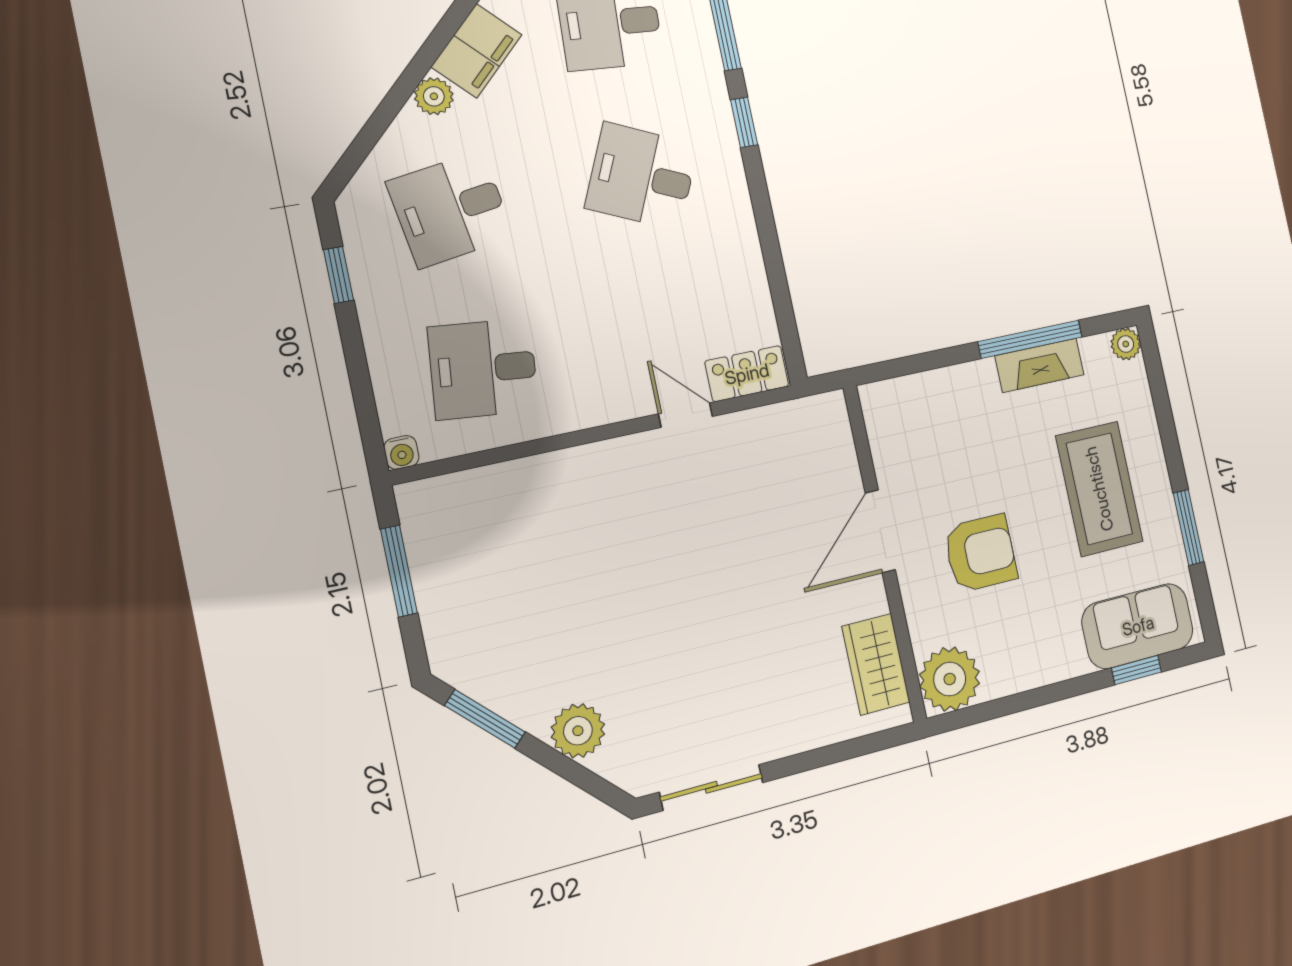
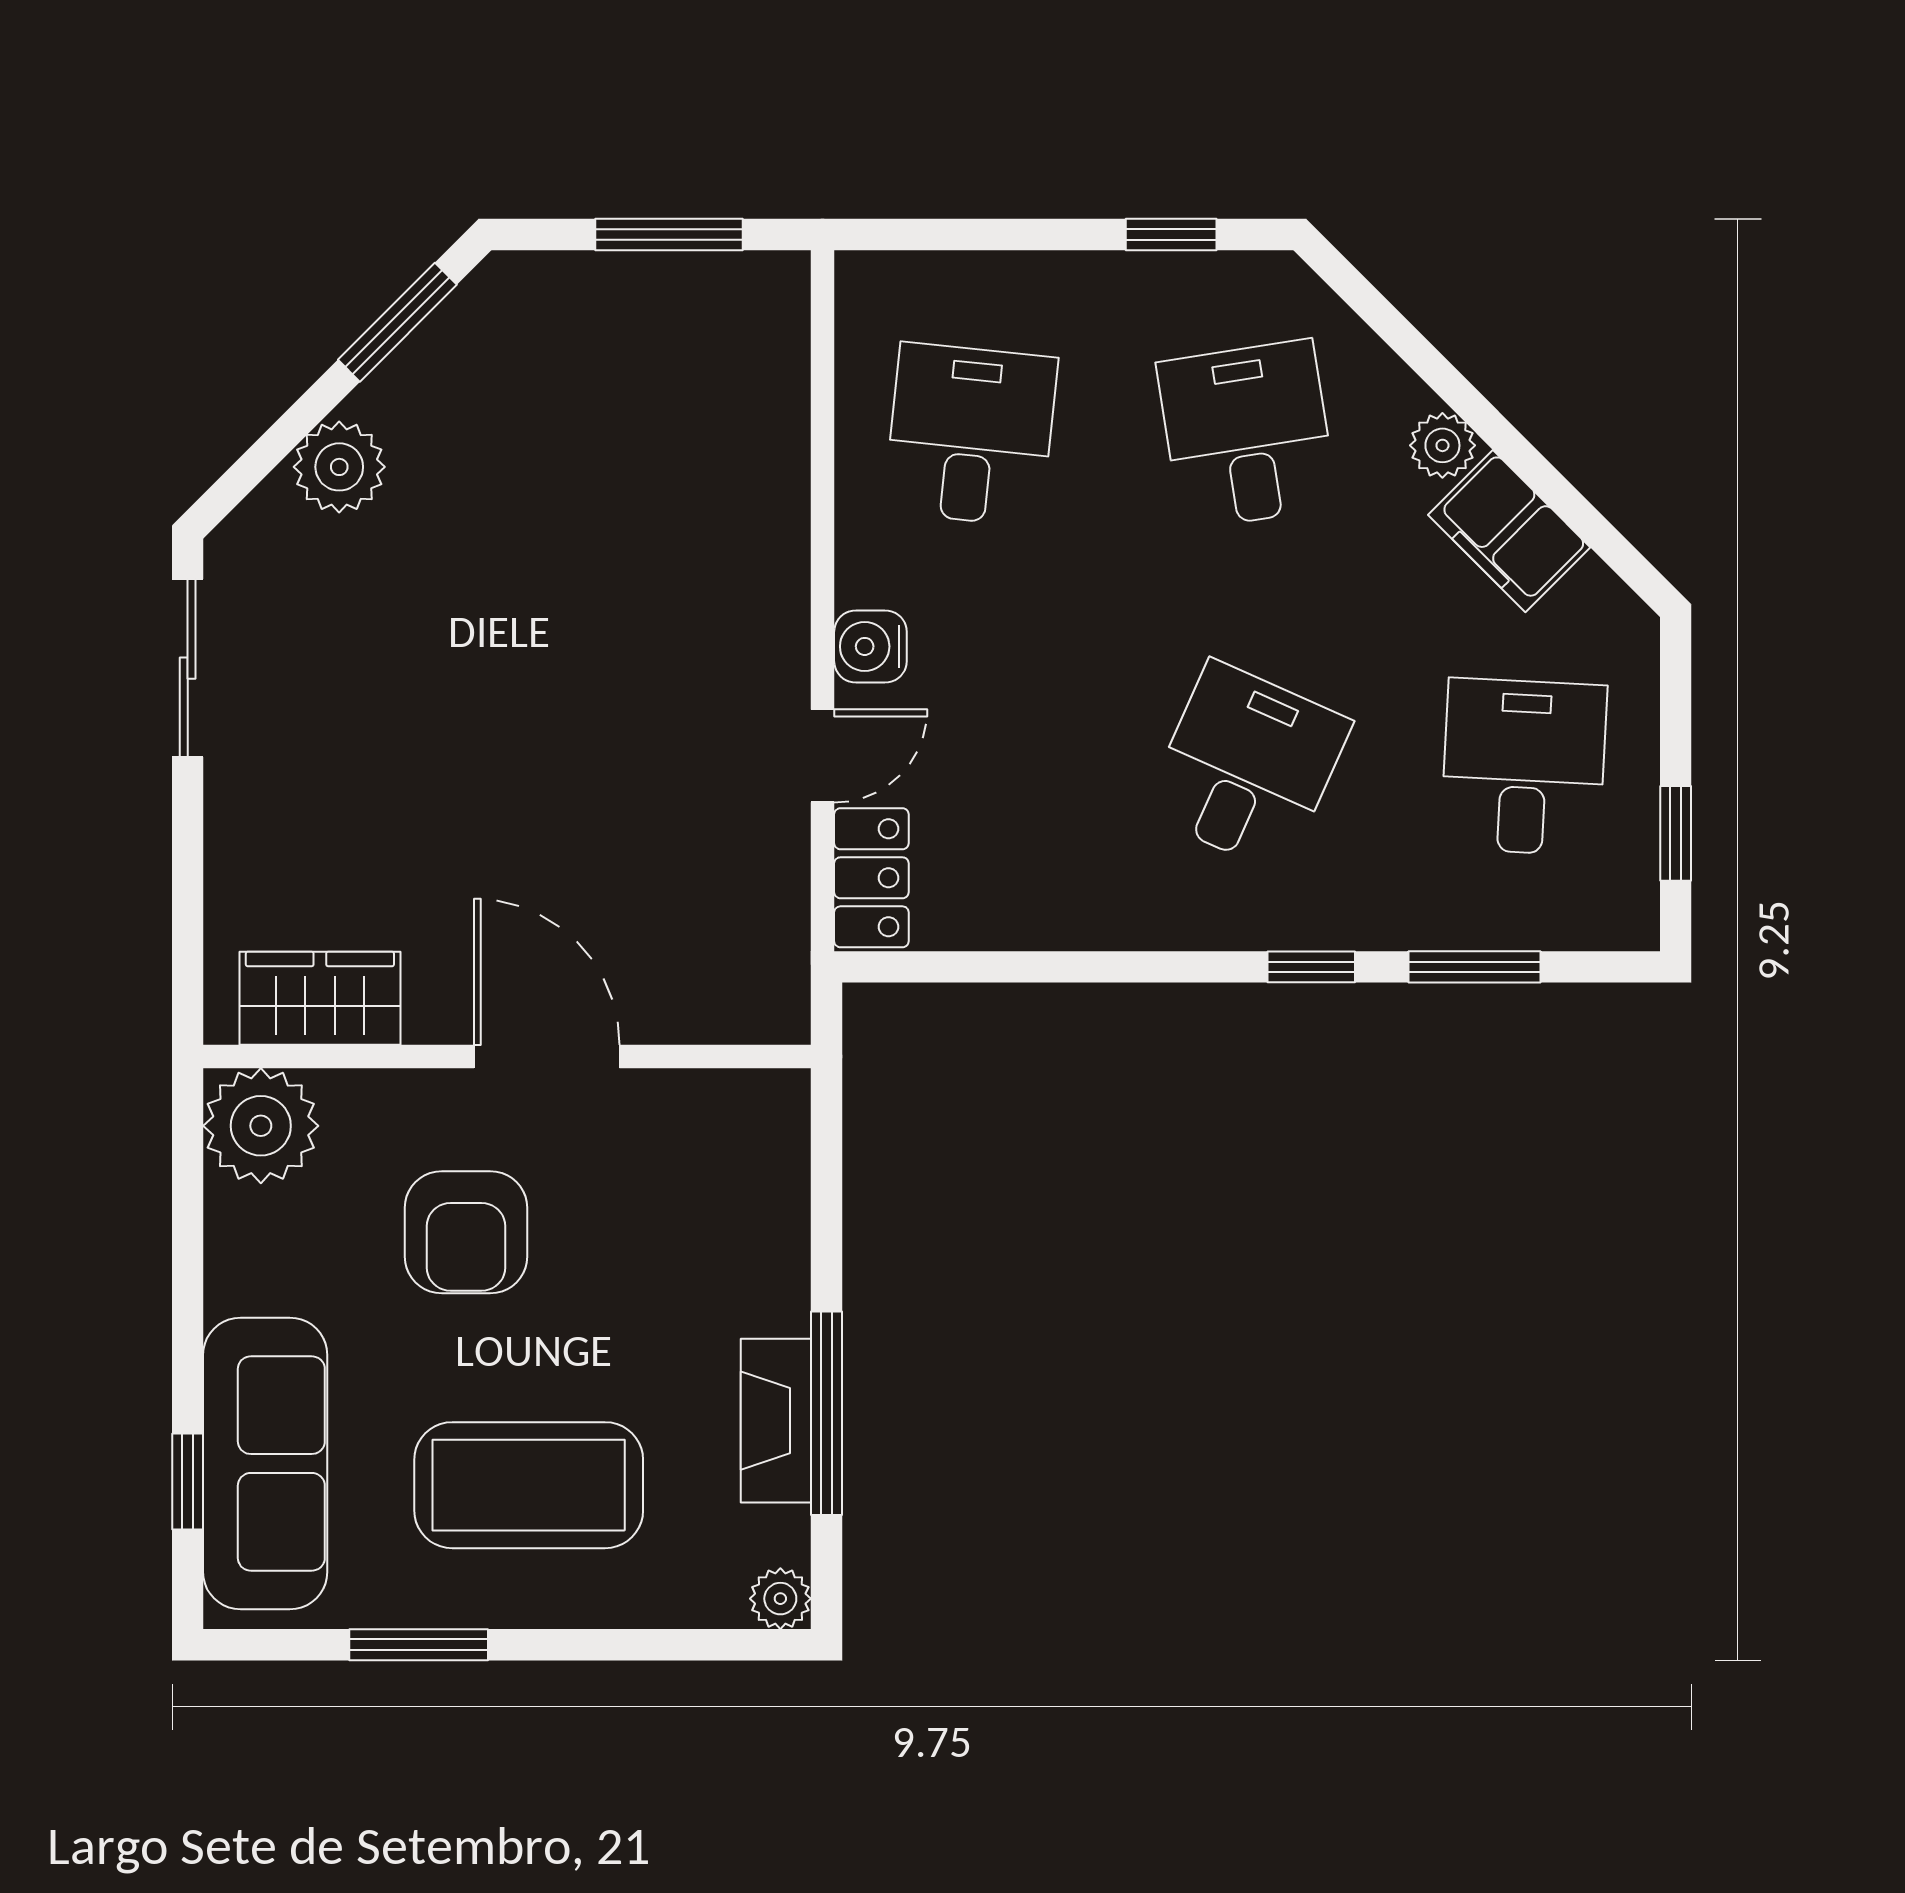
water cooler: (401, 452) -> (870, 646), moved, width x1.38, depth x1.38
sofa: (1138, 626) -> (265, 1463), width x1.36

